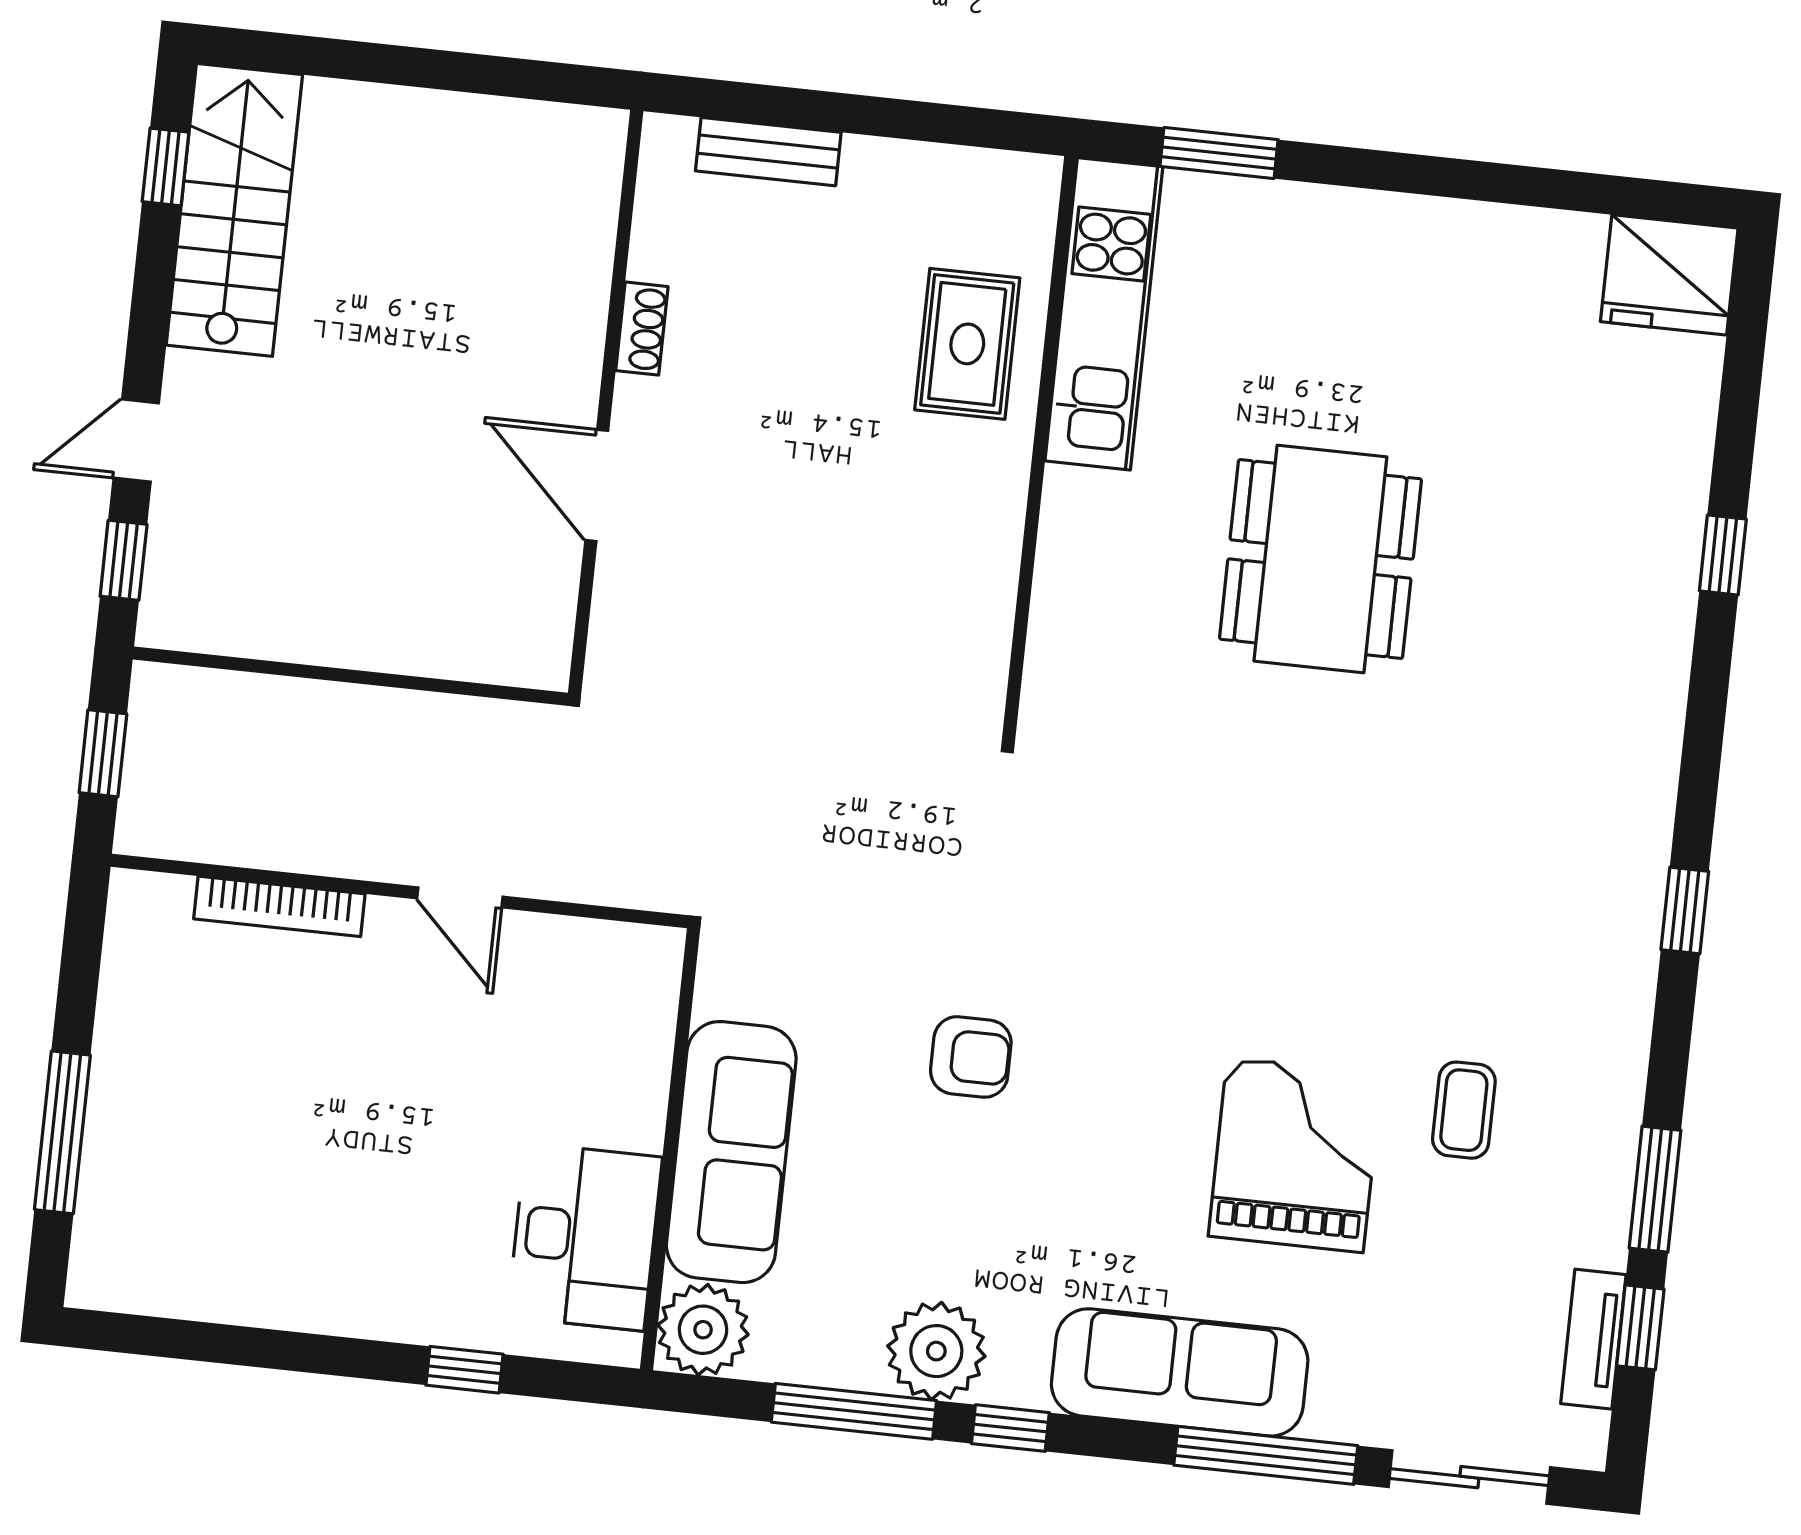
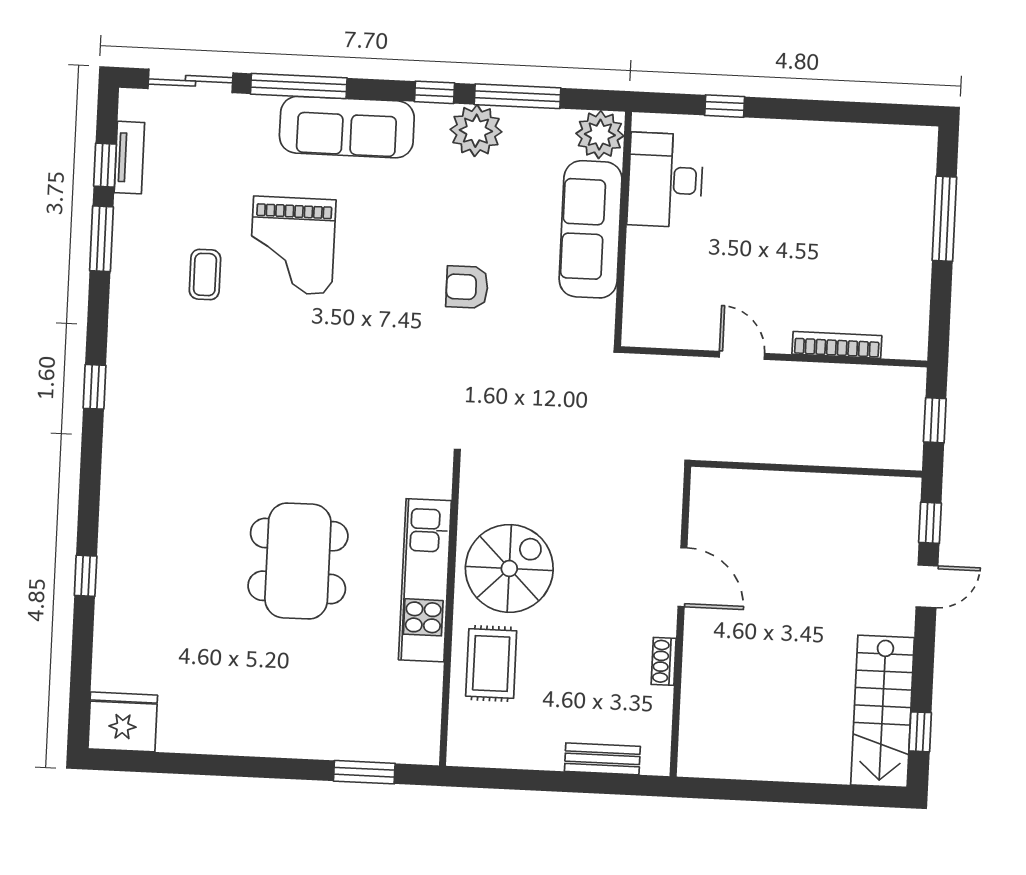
kitchen unit: (1104, 314) -> (425, 580), moved
spiral stairs: (923, 521) -> (509, 568), added

